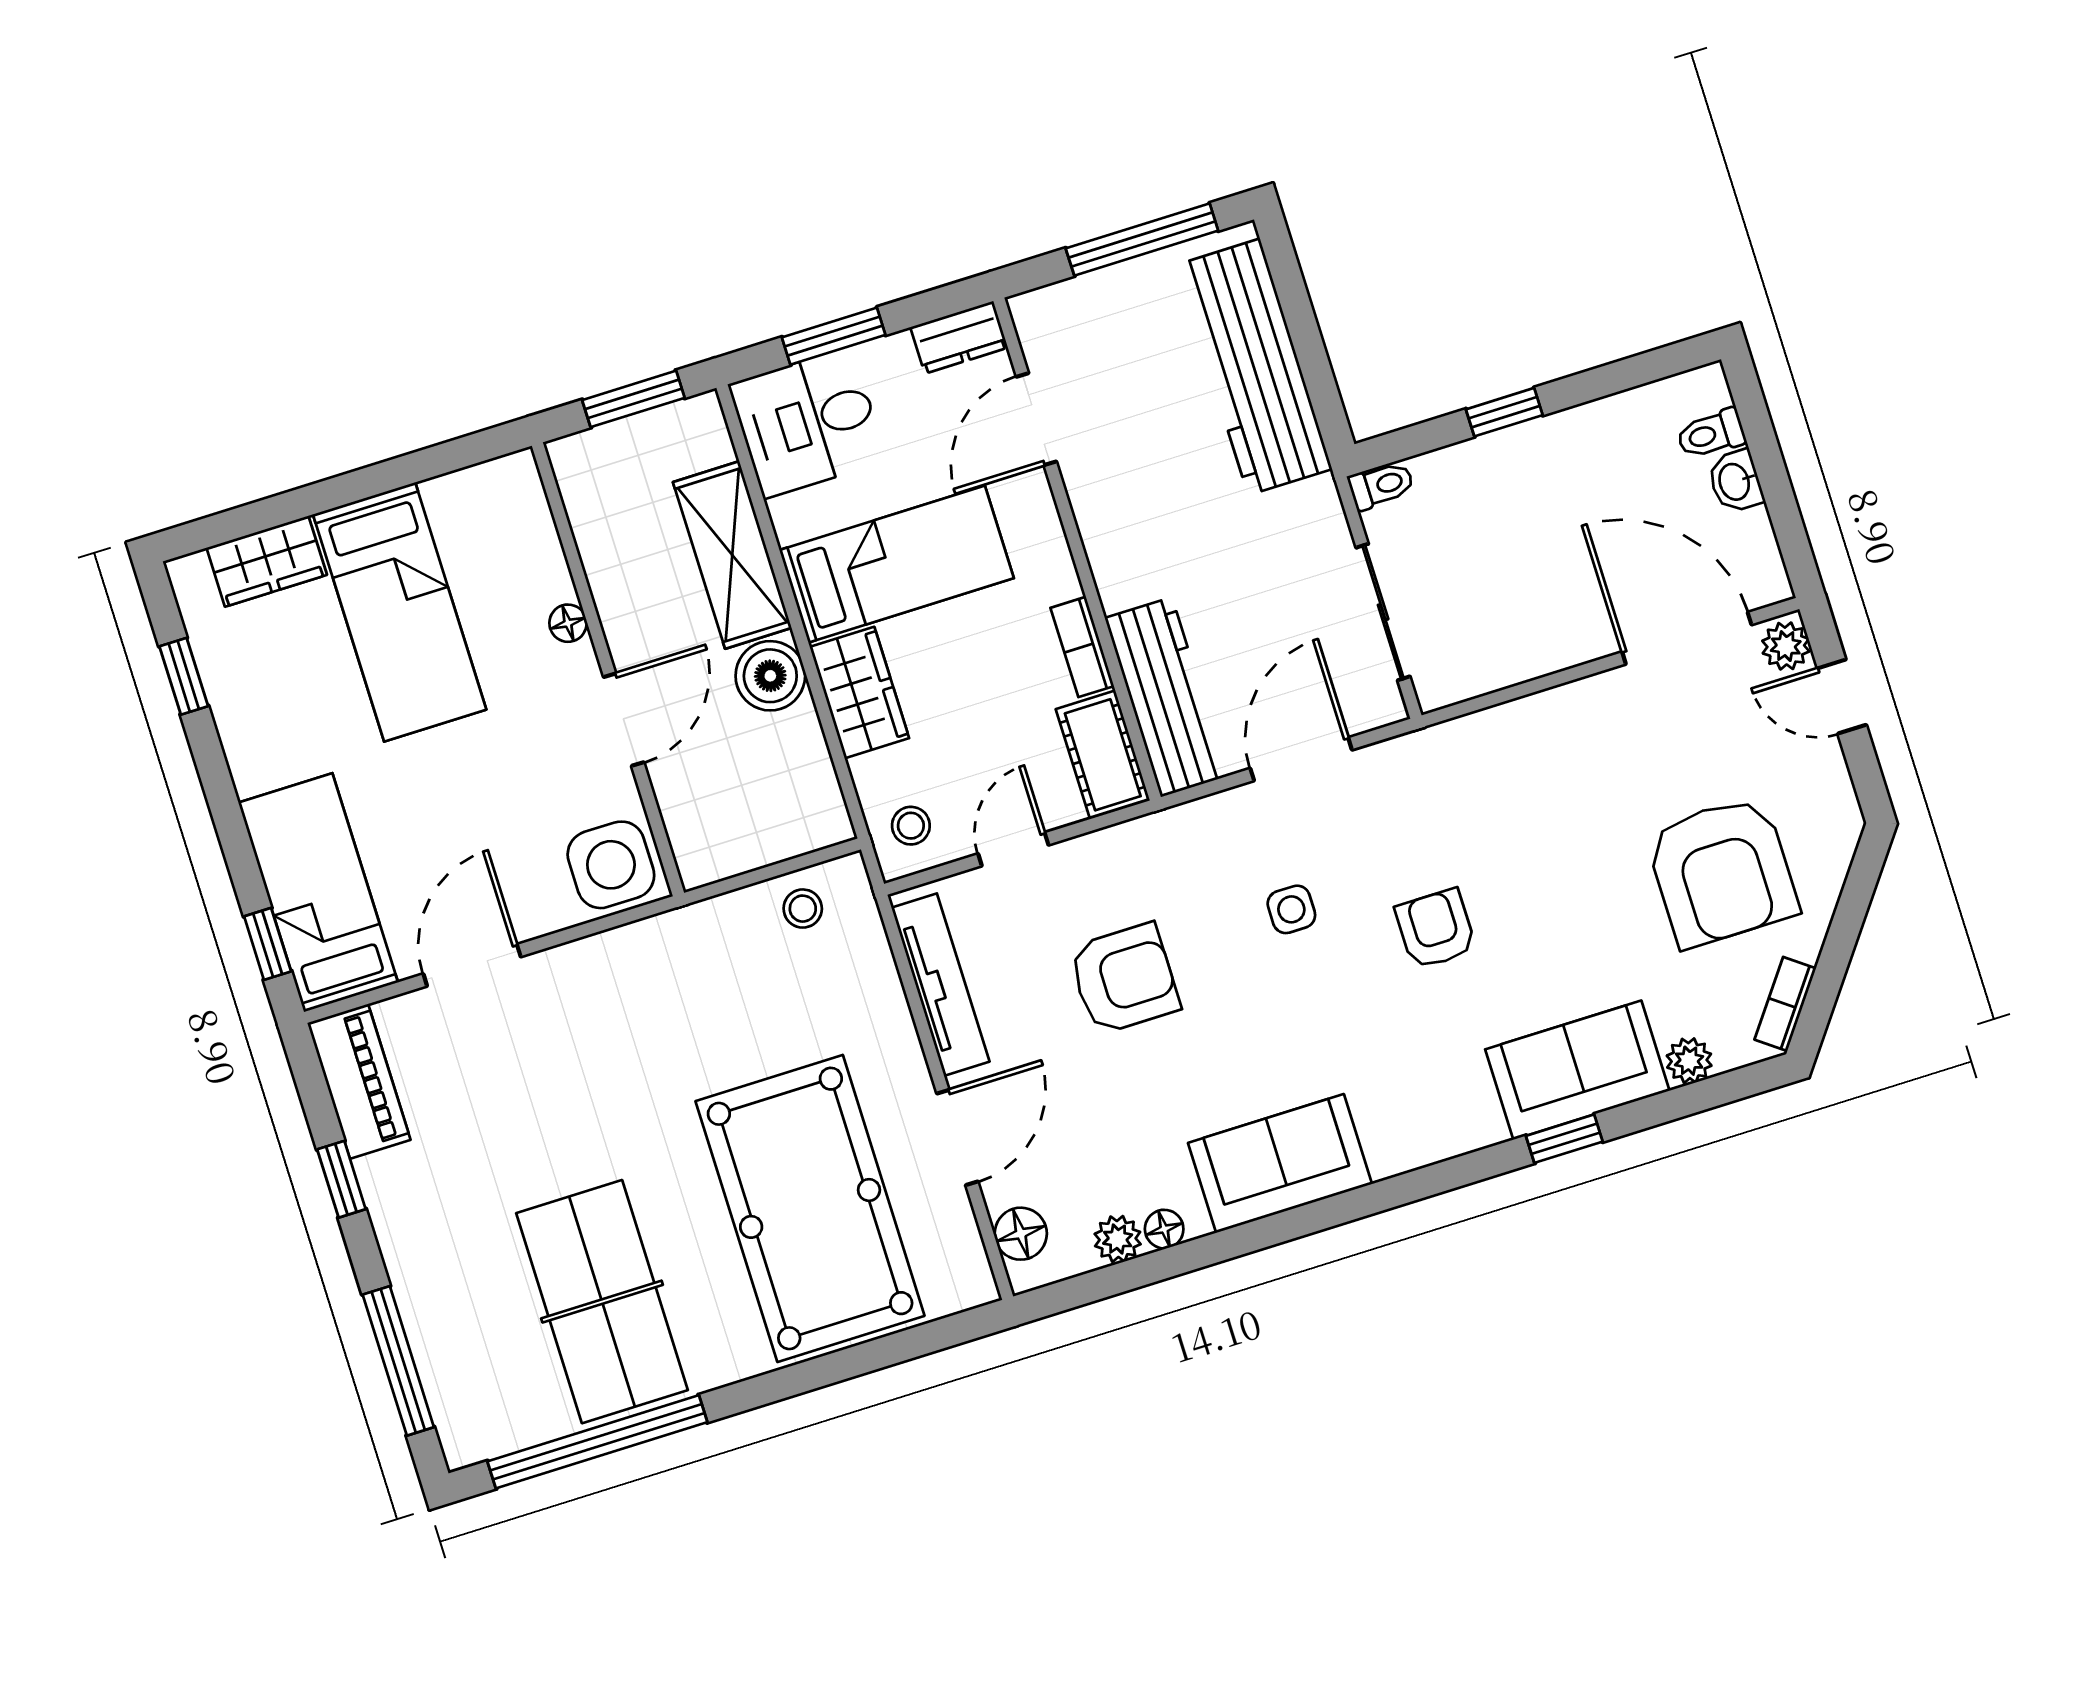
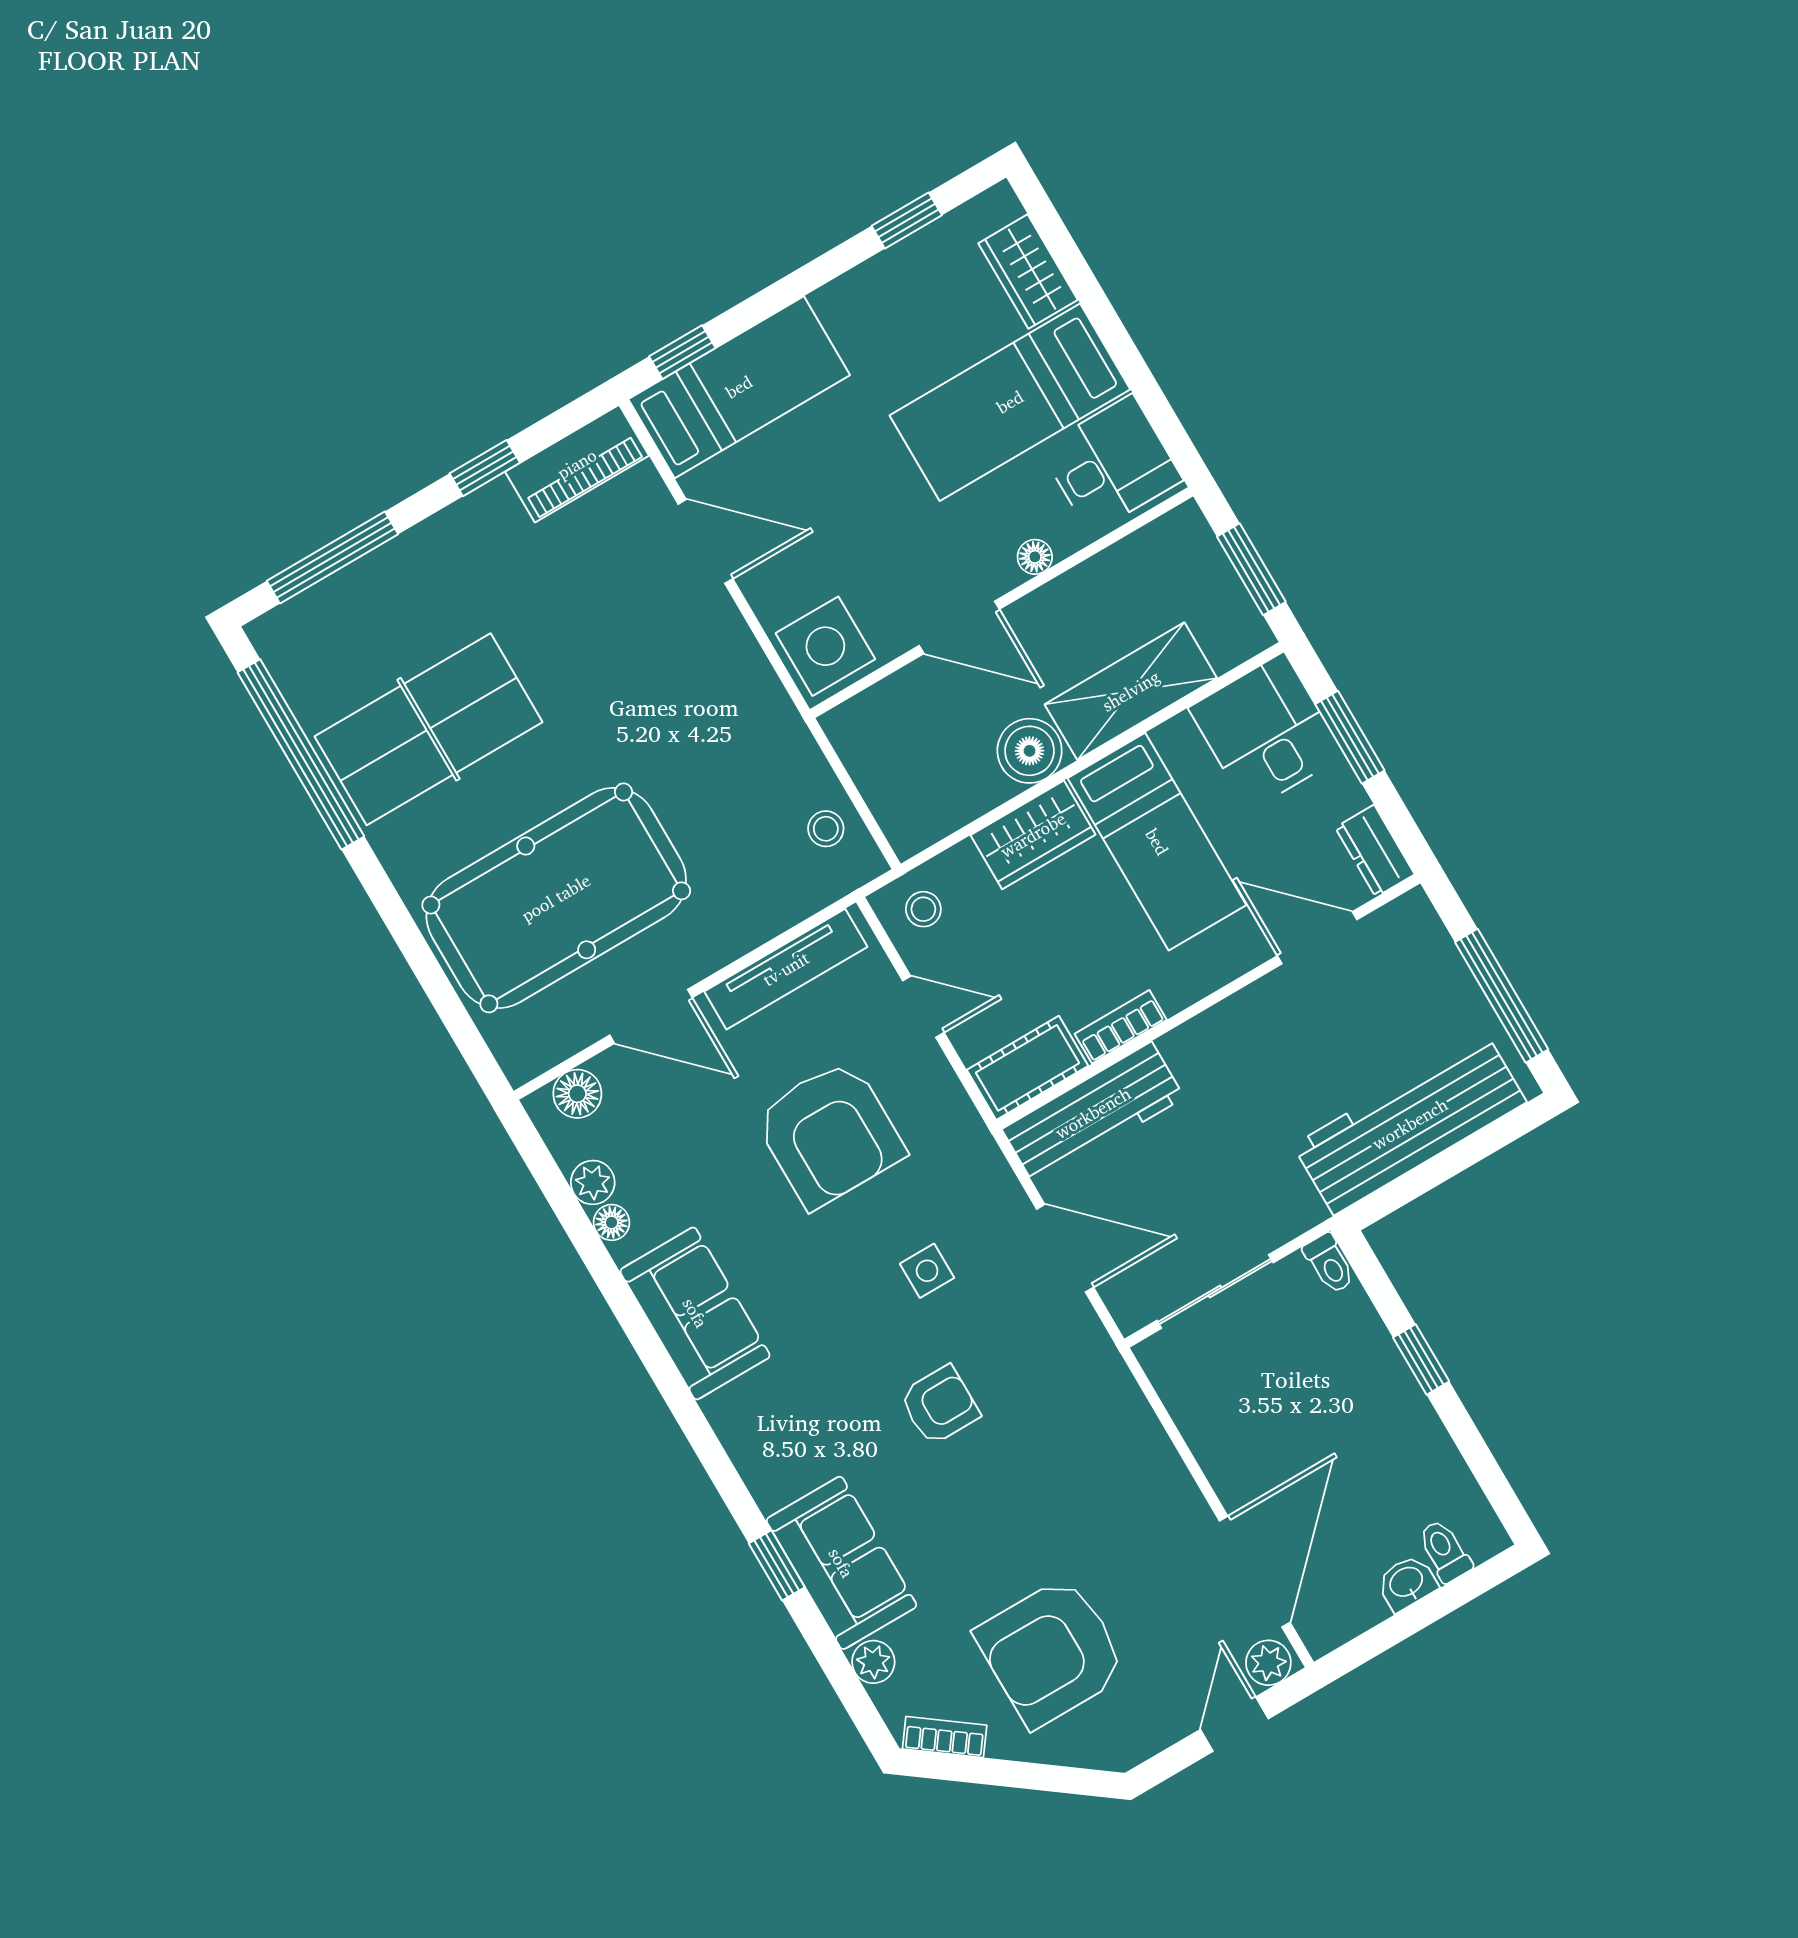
desk: (489, 521) -> (1111, 464), added
armchair: (1124, 979) -> (829, 1134), width x1.36, depth x1.36

